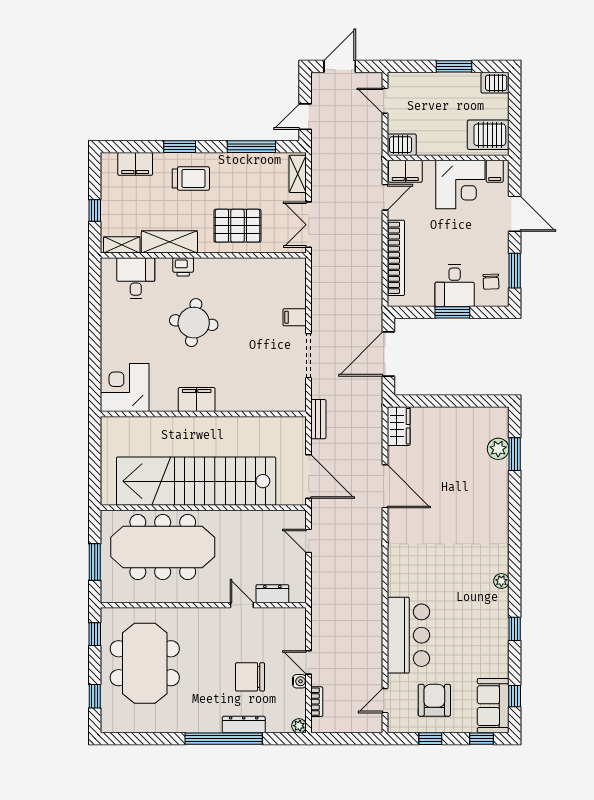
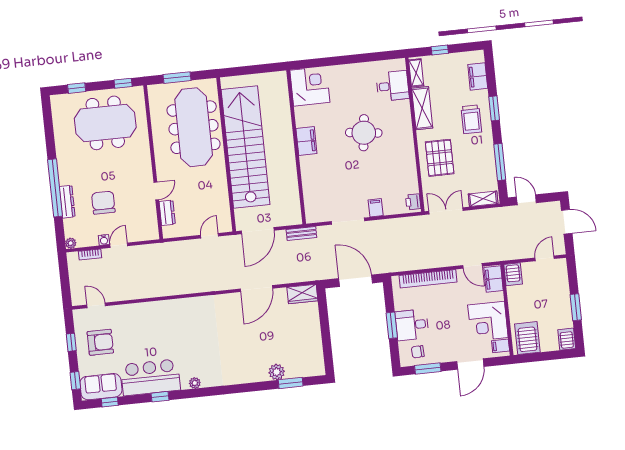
printer: (183, 267) -> (413, 202), moved
plant: (498, 449) -> (277, 372), moved
bar counter: (408, 635) -> (150, 377), moved, turned 180

